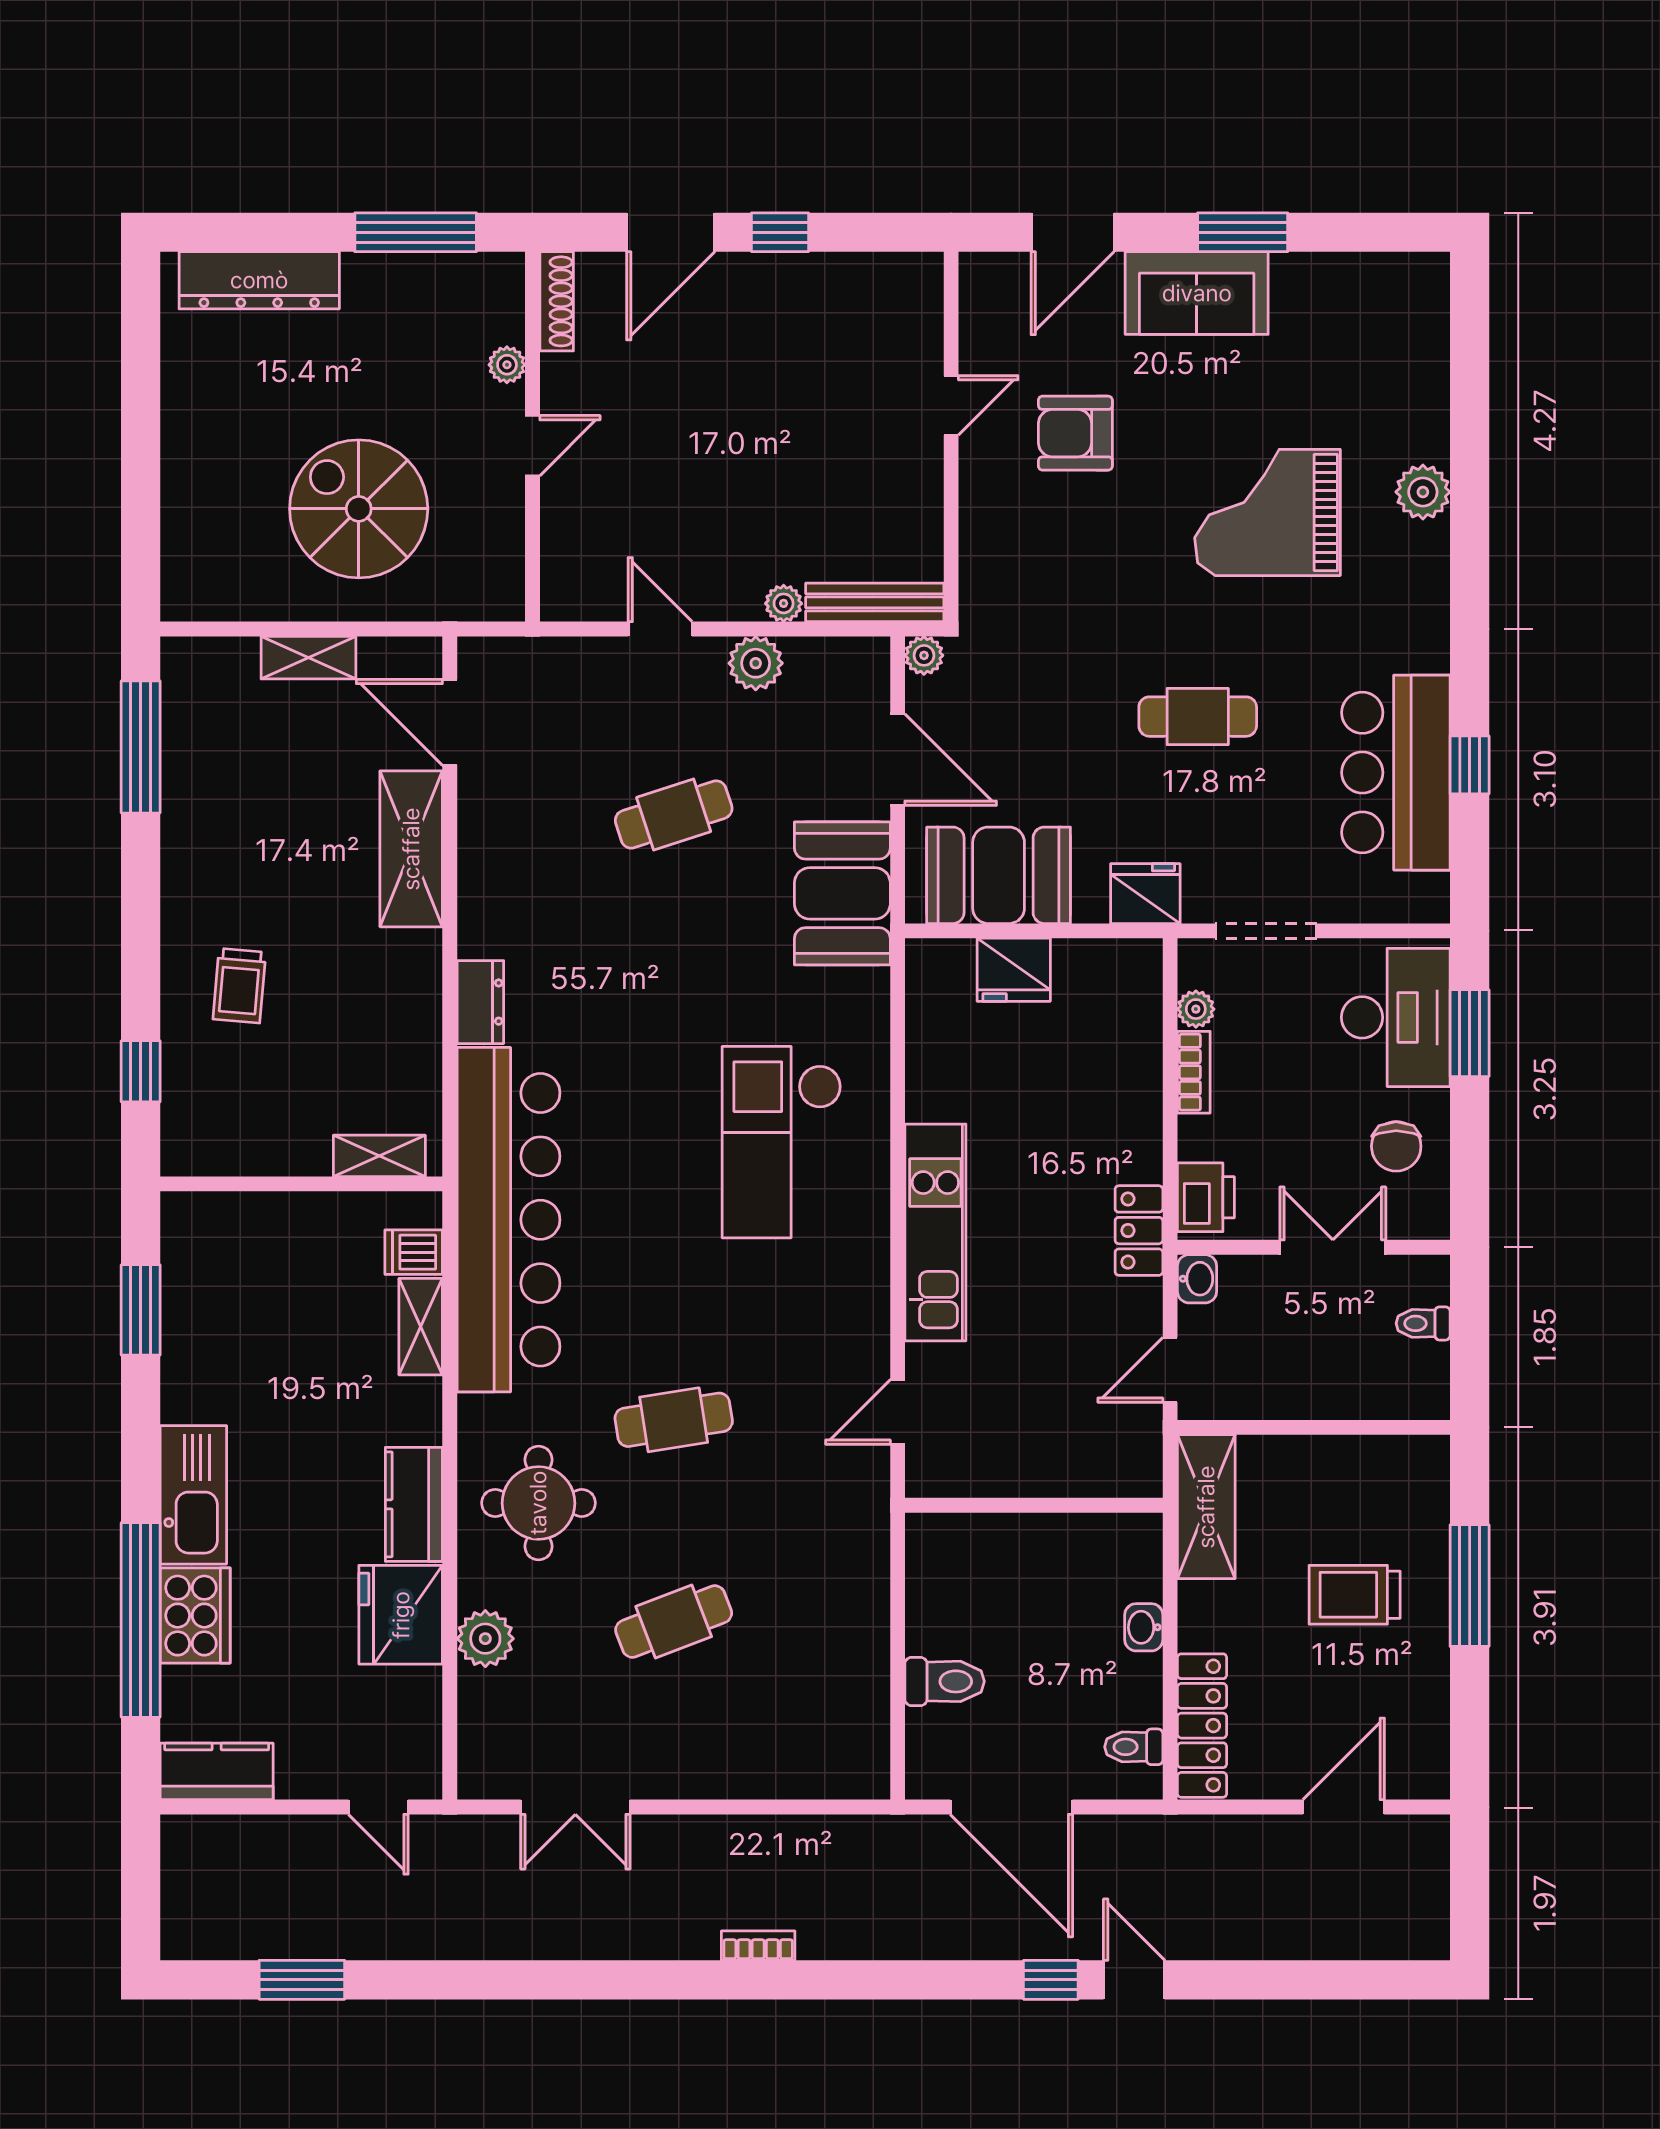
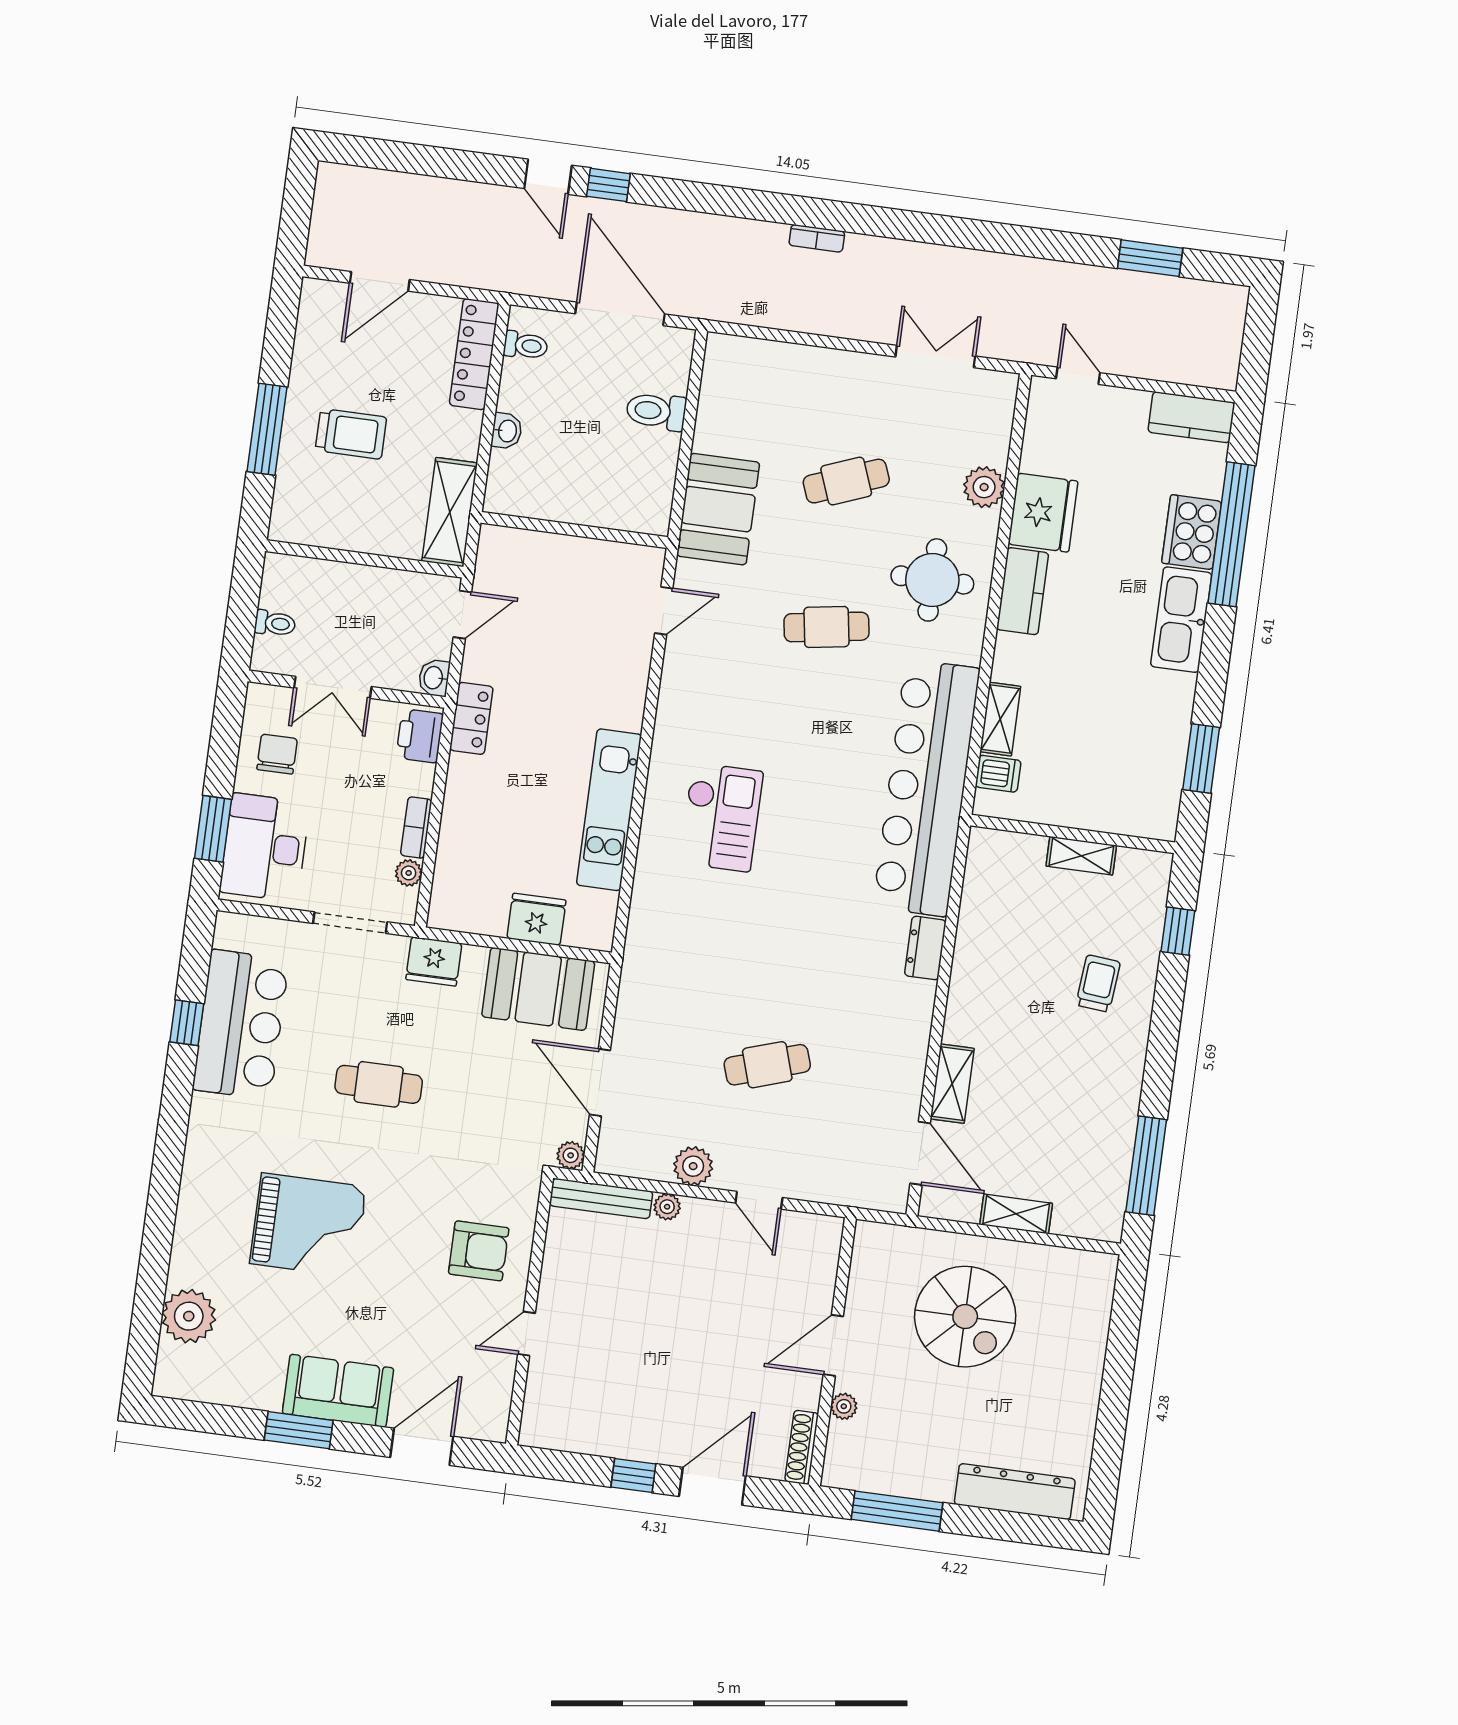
armchair: (1075, 433) -> (479, 1251), moved
door: (532, 446) -> (833, 1345), width x1.37
plant: (1423, 492) -> (189, 1316), moved, width x1.36, depth x1.36
shelving: (411, 849) -> (952, 1084), width x0.67, depth x0.75
booth: (842, 893) -> (718, 509), moved
checkout: (782, 1142) -> (721, 817), width x0.73, depth x0.83
shelving: (379, 1156) -> (1081, 856), moved
kitchen unit: (935, 1232) -> (609, 810), moved

